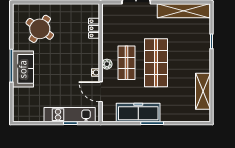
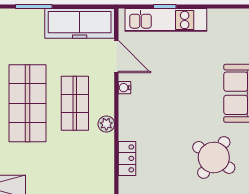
plant: (107, 64) -> (106, 124), moved
freezer: (138, 113) -> (80, 23), moved

